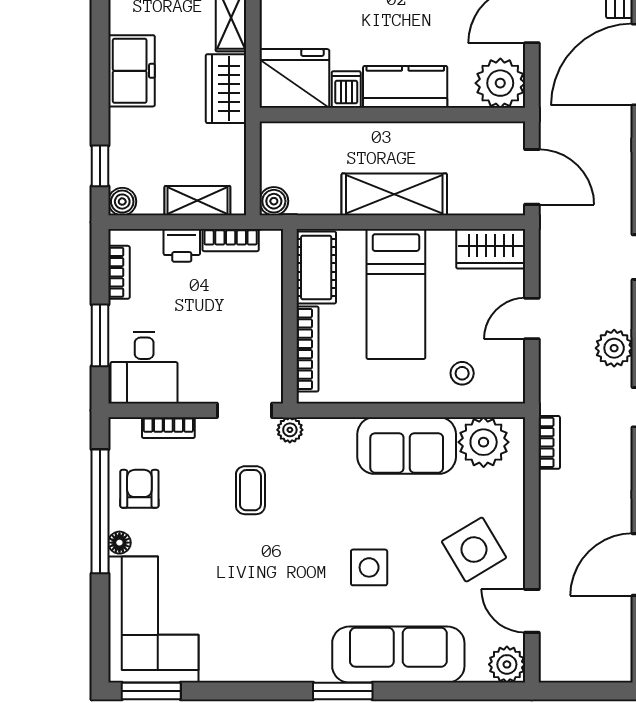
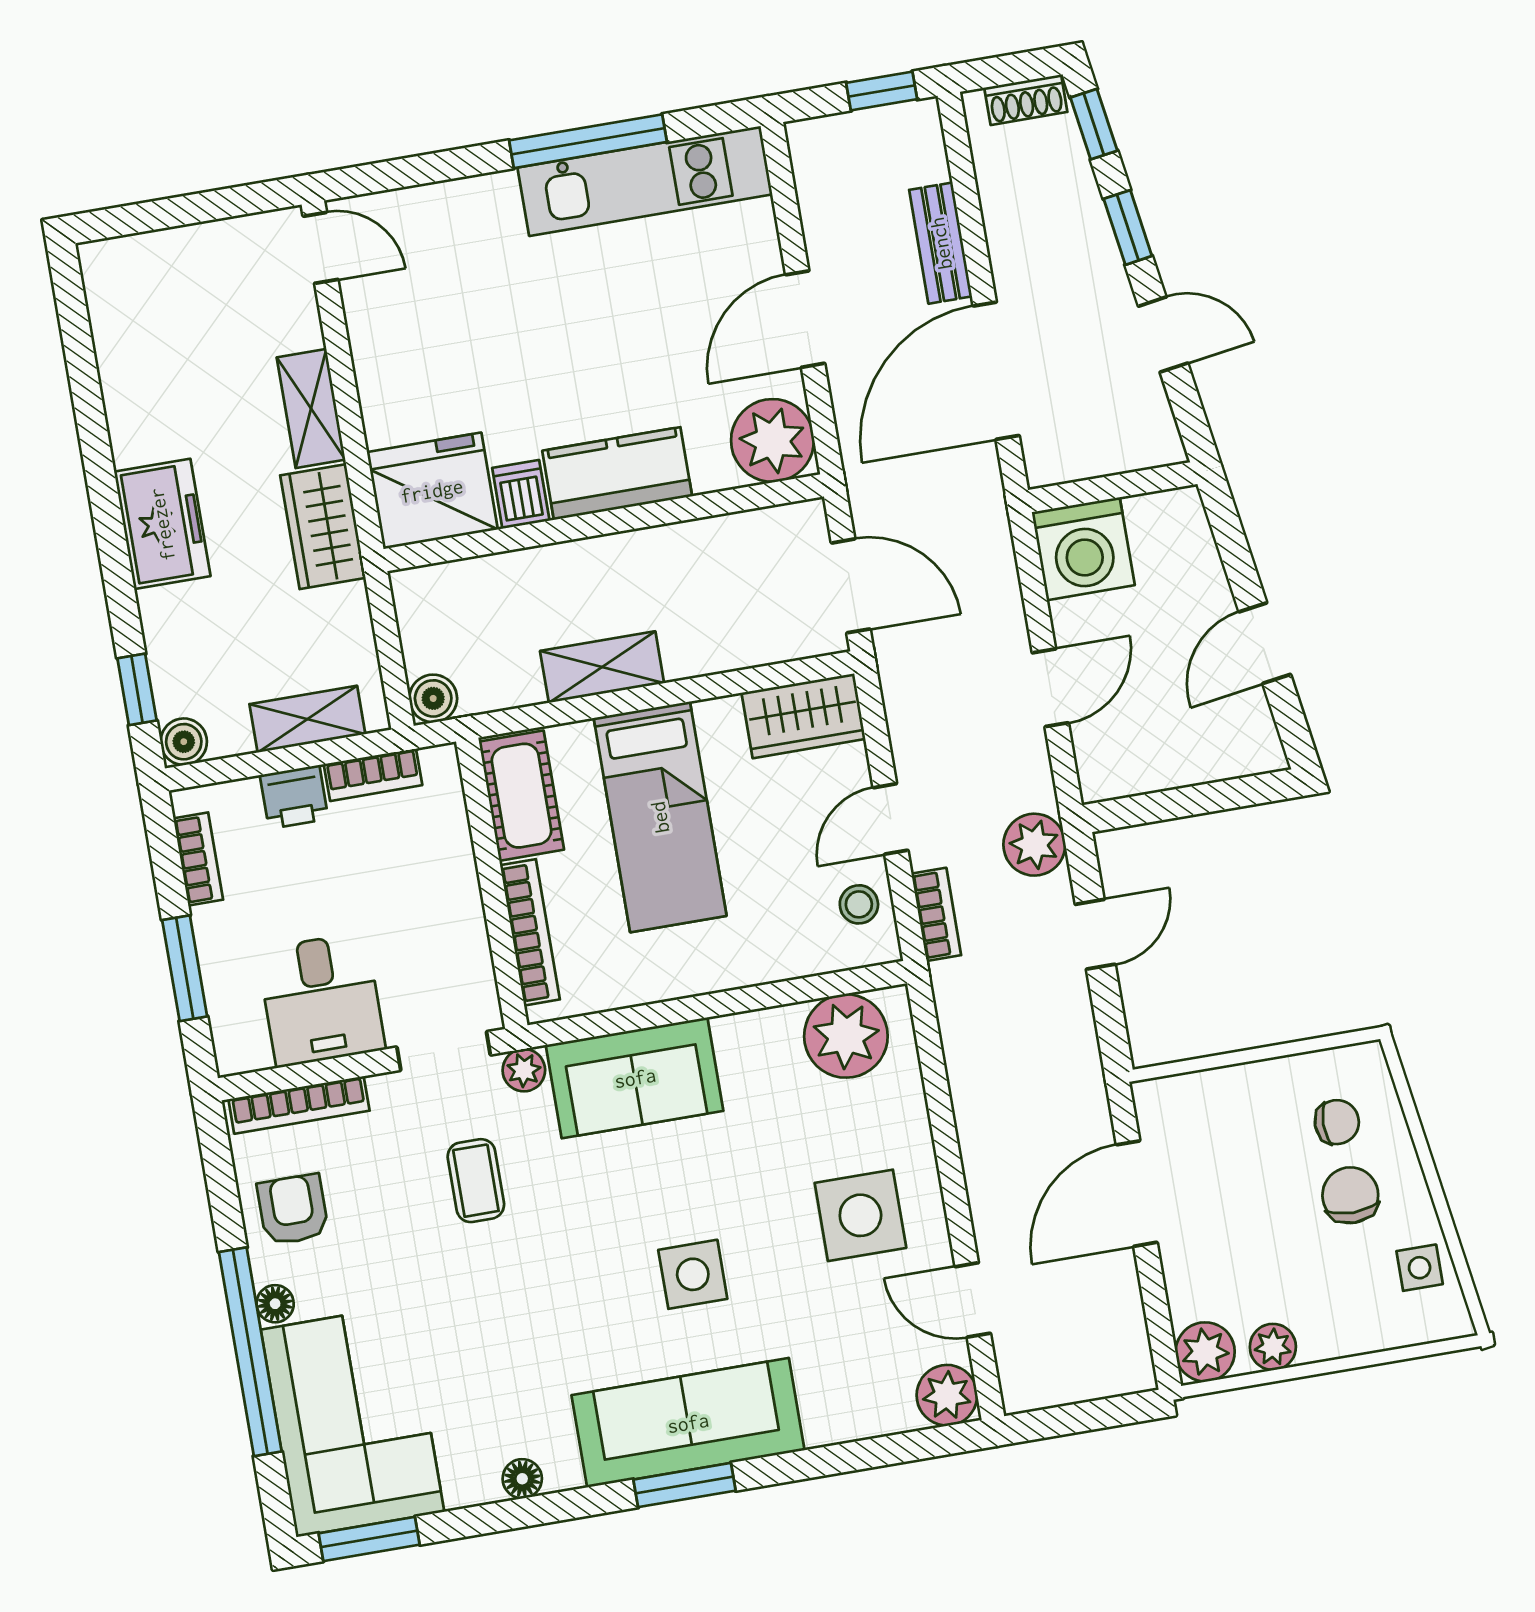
shelving: (394, 194) -> (602, 667), width x0.67, depth x0.75
desk: (144, 368) -> (321, 1000), moved
stool: (462, 373) -> (859, 904), moved
bookcase: (168, 428) -> (299, 1105), width x1.56
bookcase: (549, 442) -> (936, 914), moved
sofa: (407, 446) -> (635, 1078), moved
window: (100, 511) -> (250, 1352), moved
side table: (474, 550) -> (860, 1215), turned 31
sofa: (398, 655) -> (688, 1423), moved
floor lamp: (248, 671) -> (522, 1479), added

